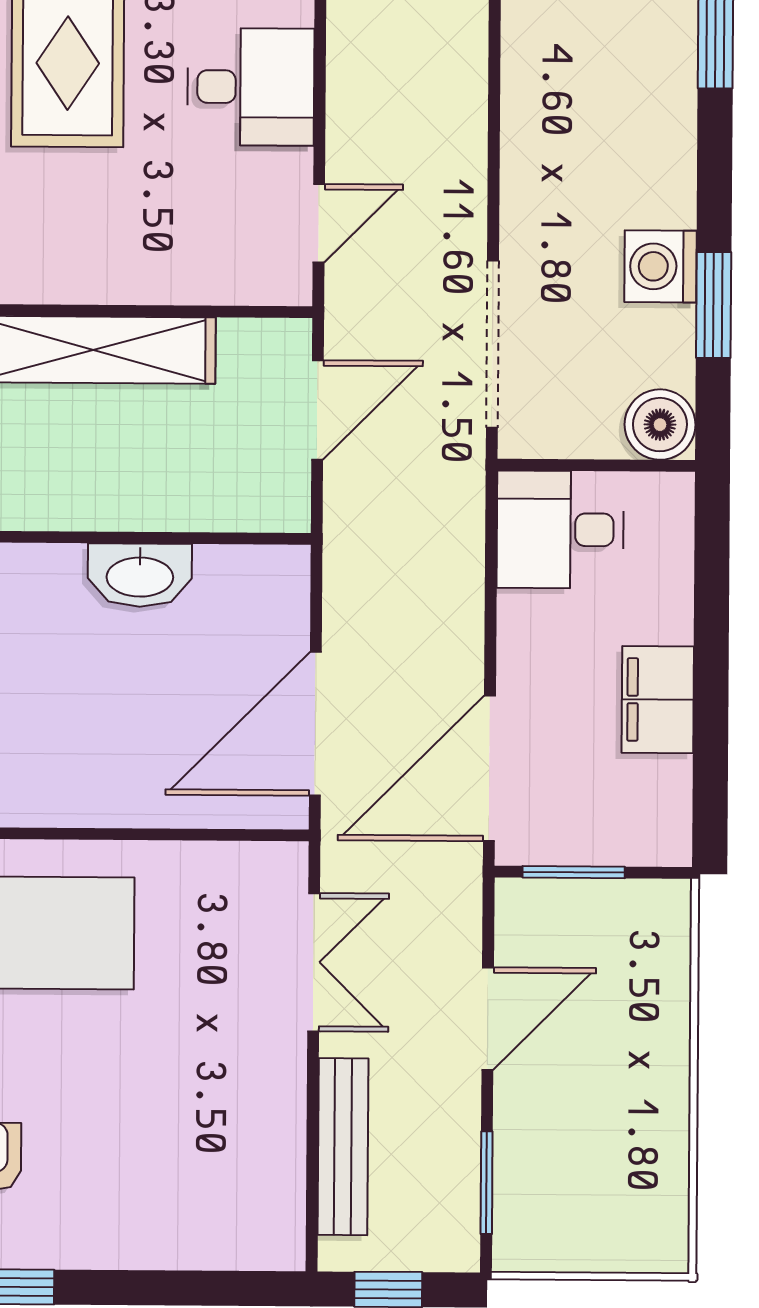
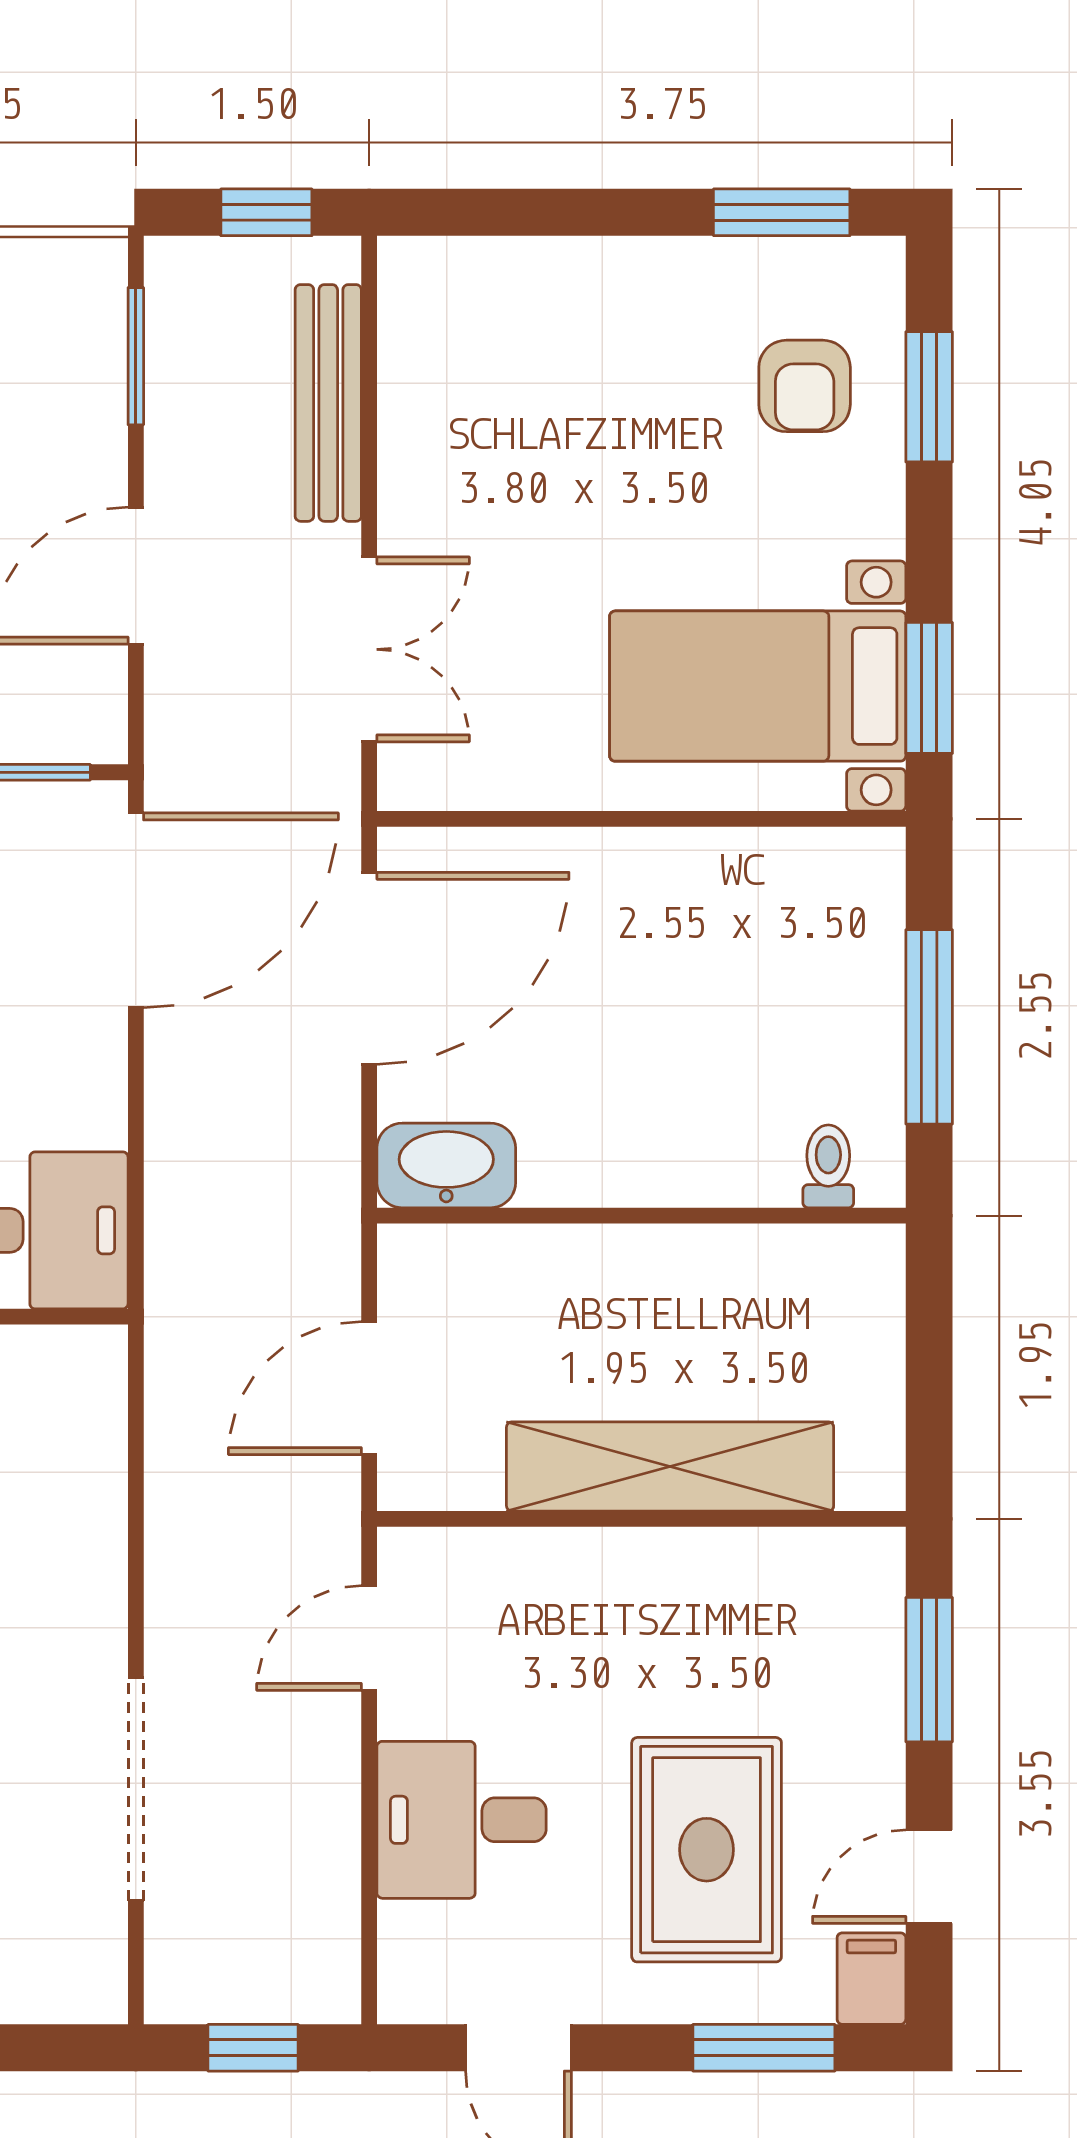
doorway: (492, 344) -> (136, 1789), moved
washbasin: (140, 575) -> (446, 1165), moved
double door: (314, 962) -> (369, 649), swing flipped

